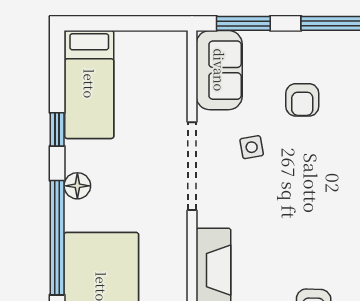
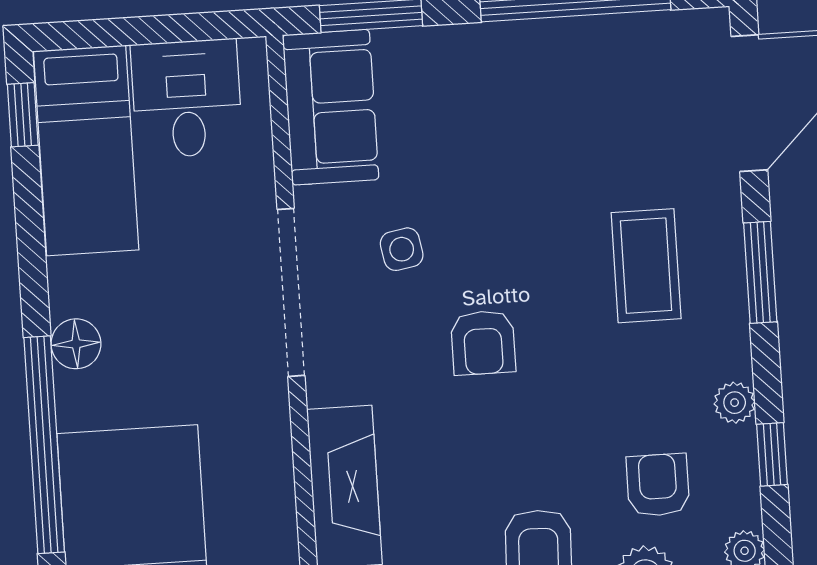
desk: (144, 61) -> (187, 99), added
armchair: (302, 100) -> (483, 343), moved
window: (57, 129) -> (23, 115), moved

